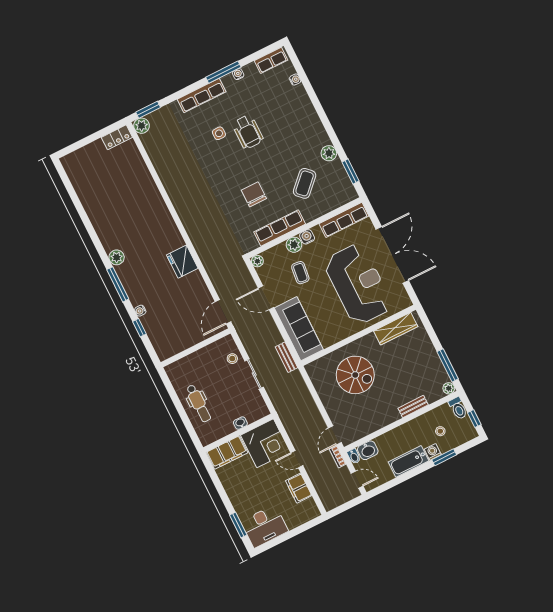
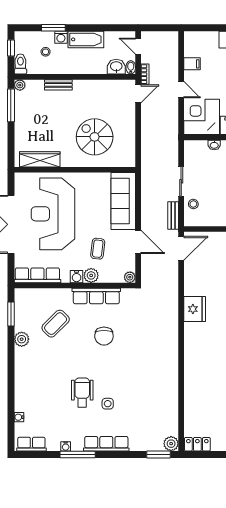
bench: (286, 357) -> (173, 215), moved
filing cabinet: (299, 488) -> (192, 64), width x0.50

